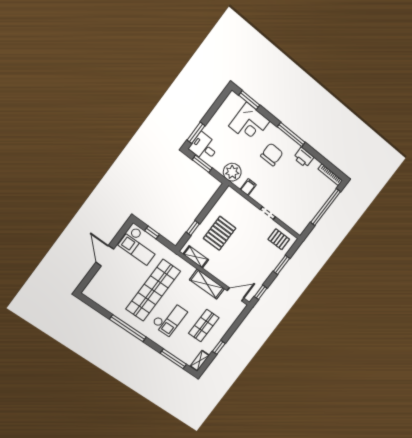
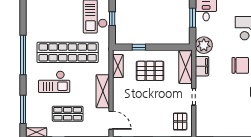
filing cabinet: (248, 187) -> (202, 66), width x2.00
shelving: (239, 201) -> (186, 67), added

